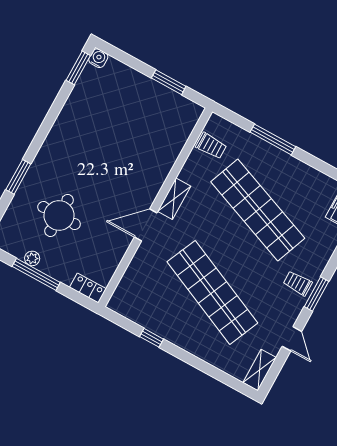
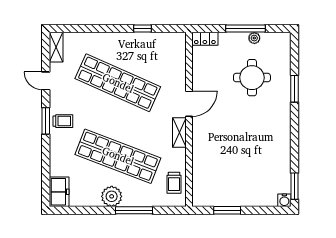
trolley: (211, 146) -> (174, 183), turned -90
plant: (289, 169) -> (112, 196), added

